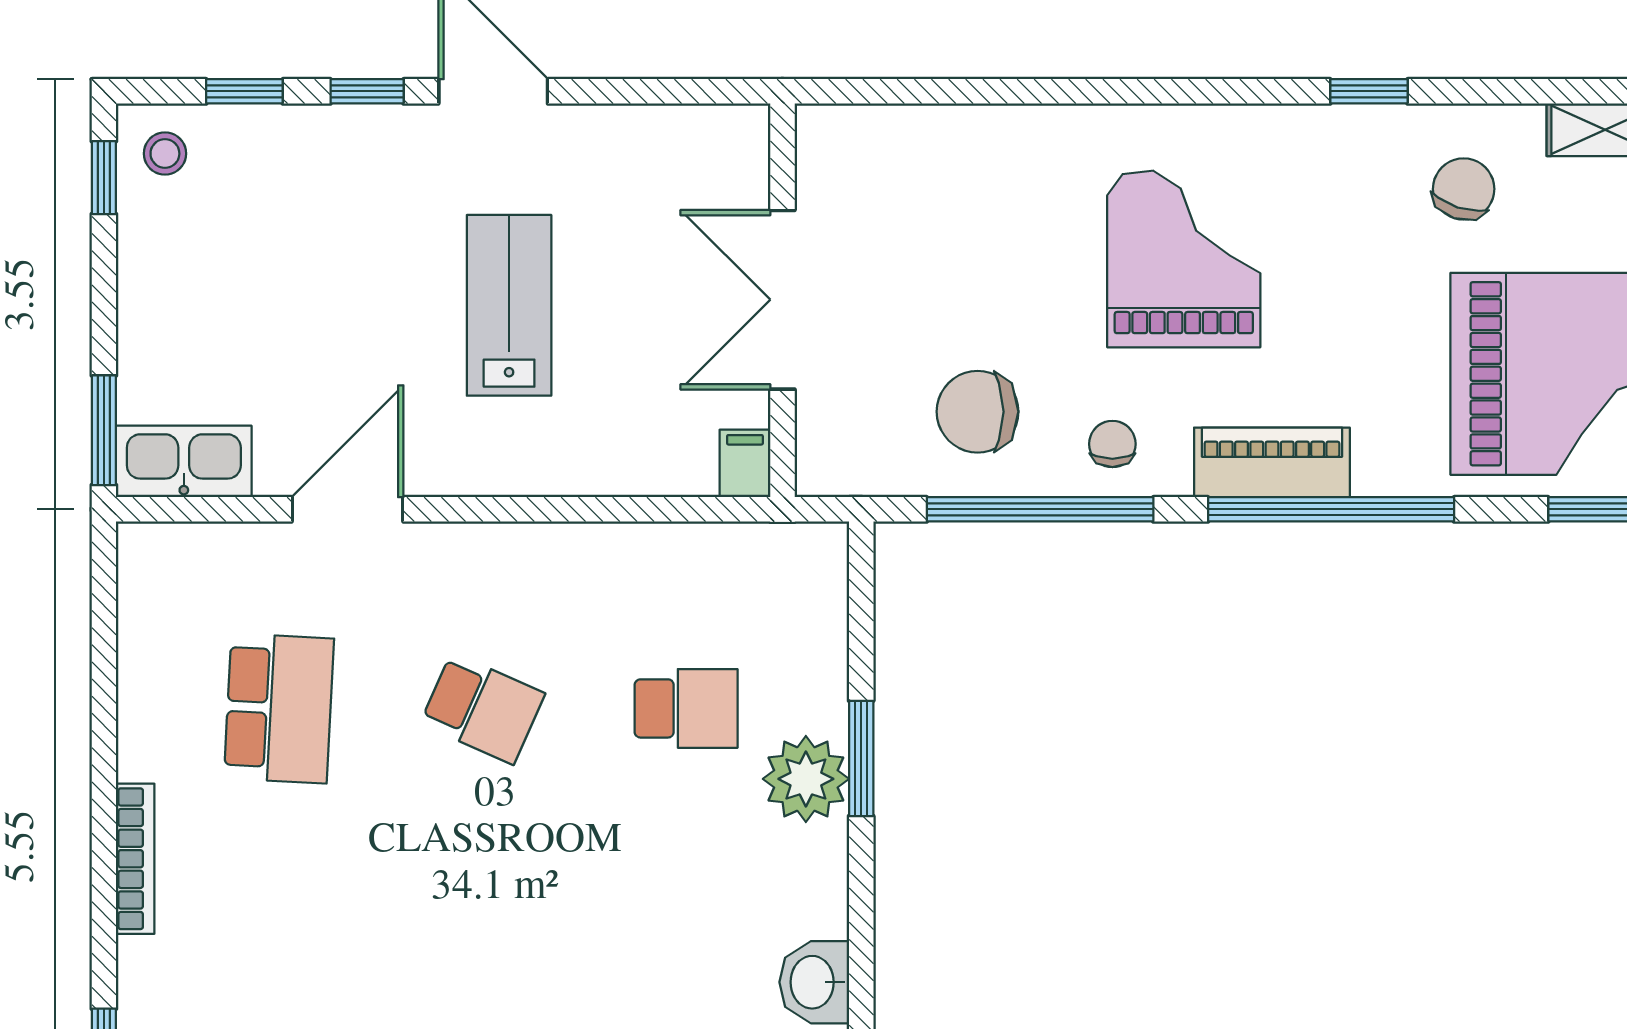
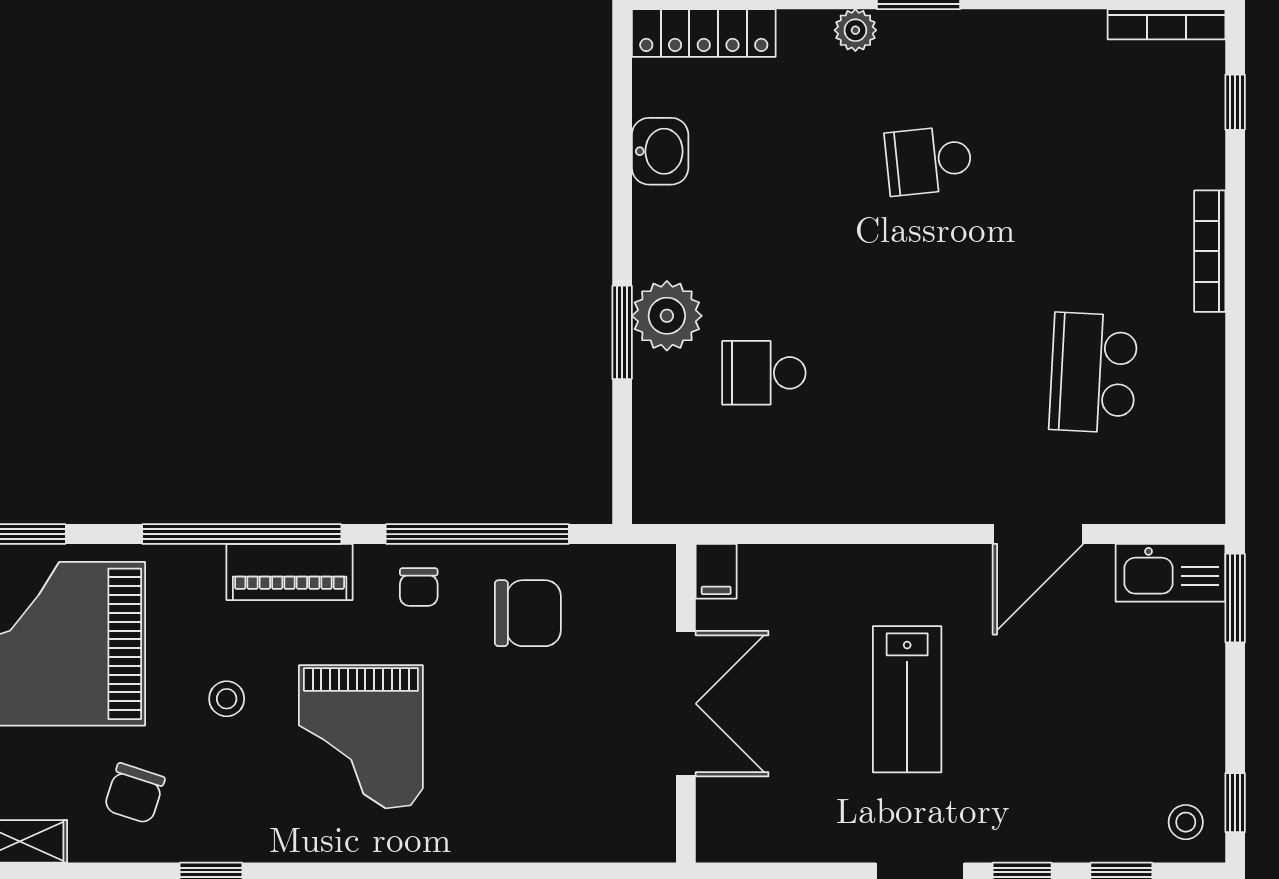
stool: (1350, 306) -> (227, 699), added
school desk: (483, 708) -> (929, 161), moved, turned -30

